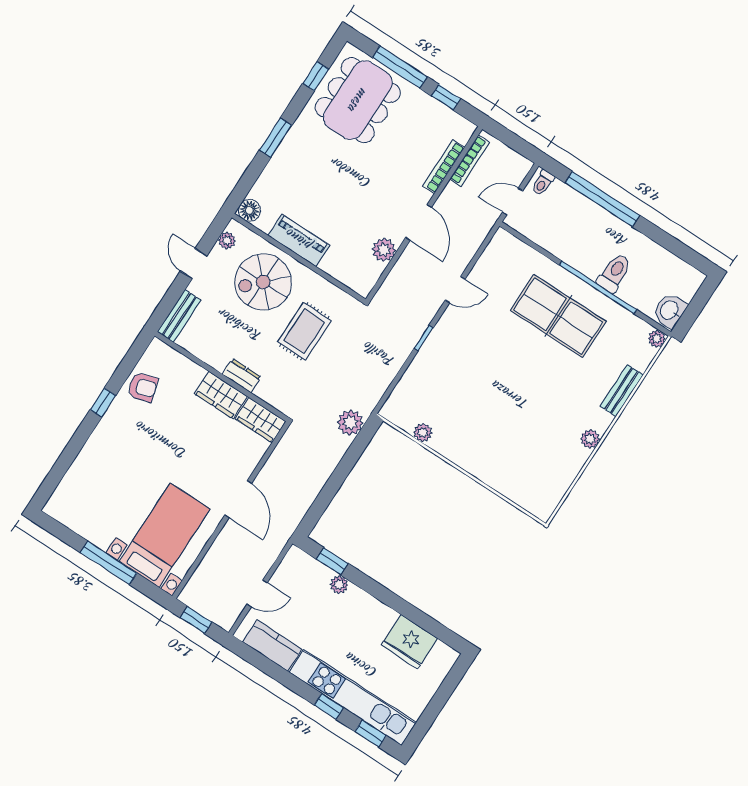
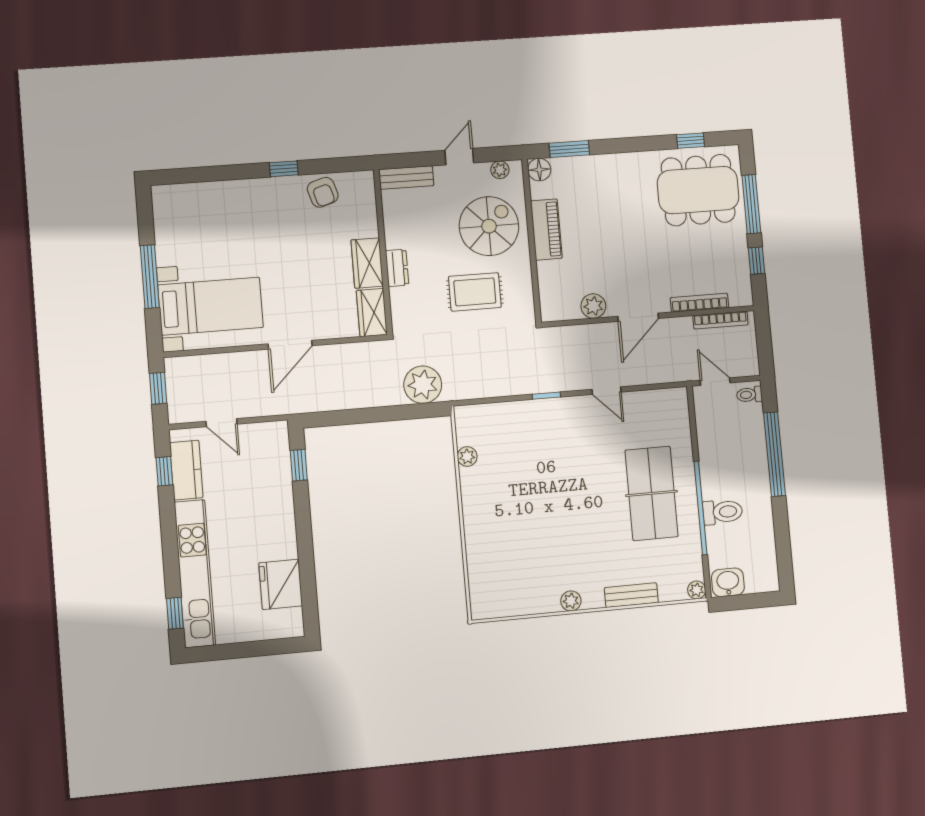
window: (276, 138) -> (569, 149), moved
spiral stairs: (263, 282) -> (489, 226), turned 90
plant: (350, 423) -> (423, 385), width x1.36, depth x1.36
plant: (339, 585) -> (283, 487), removed
window: (329, 706) -> (164, 471), moved

